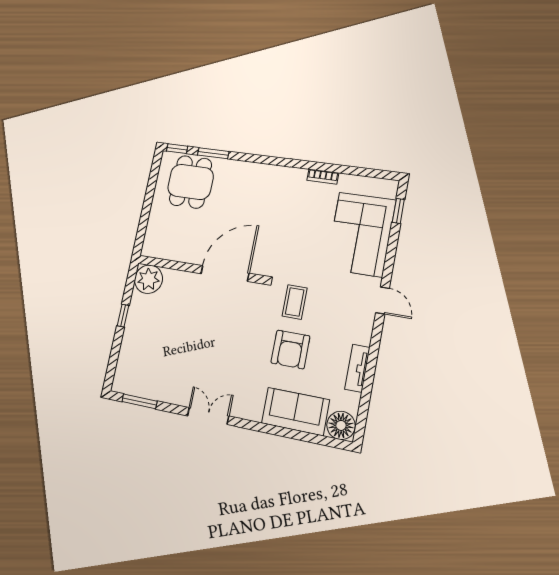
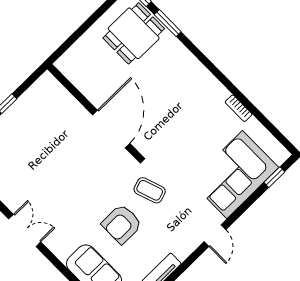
door: (225, 273) -> (111, 129), hinge flipped
plant: (148, 279) -> (47, 89), removed
coffee table: (295, 302) -> (150, 190), turned 71

